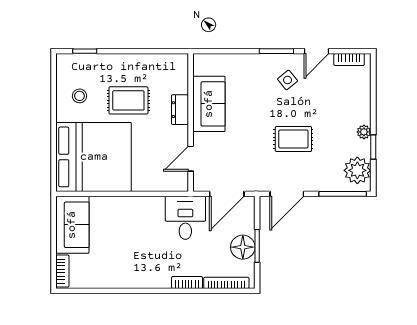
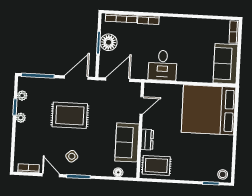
door: (317, 51) -> (51, 175), hinge flipped
floor lamp: (219, 60) -> (118, 172), added
stool: (80, 96) -> (223, 174), moved
rug: (128, 100) -> (156, 165), moved
rug: (293, 139) -> (70, 115), width x1.36, depth x1.43
plant: (357, 170) -> (22, 96), width x0.53, depth x0.53
desk: (185, 218) -> (163, 65), moved

